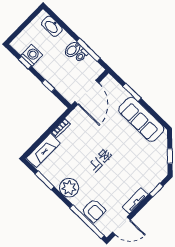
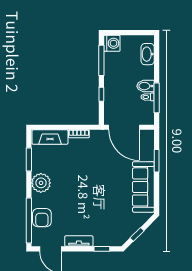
washing machine: (32, 55) -> (112, 43), moved
window: (25, 63) -> (101, 60), width x2.17
door: (87, 92) -> (124, 127), hinge flipped

